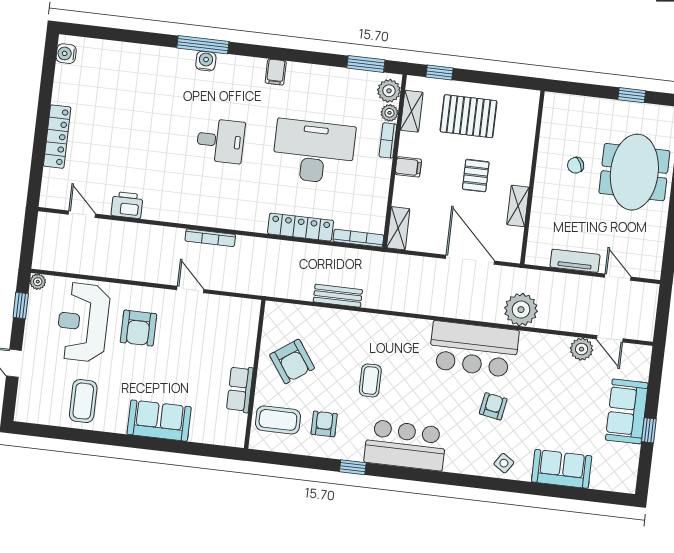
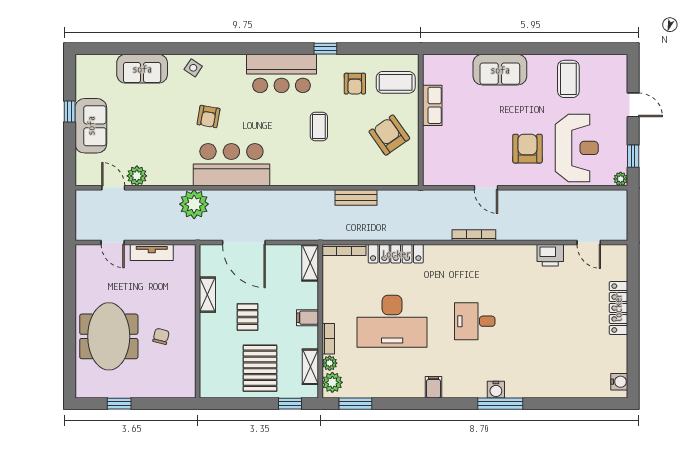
pallet: (468, 116) -> (260, 368), turned 90
chair: (576, 165) -> (161, 336), turned -50

